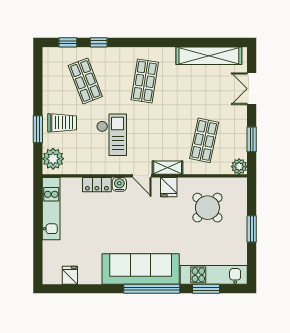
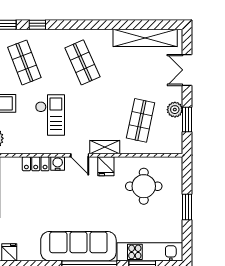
shop shelf: (145, 81) -> (82, 62), turned -33
plant: (239, 167) -> (175, 110), moved
round table: (207, 208) -> (144, 186), turned 45

